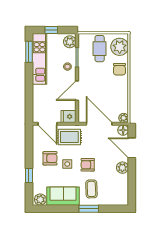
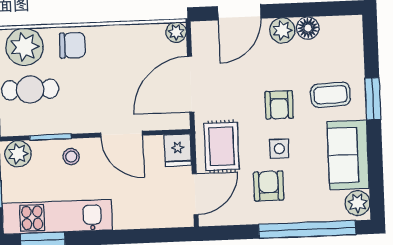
floor lamp: (123, 130) -> (308, 28), moved
window: (29, 176) -> (307, 229), width x3.17

